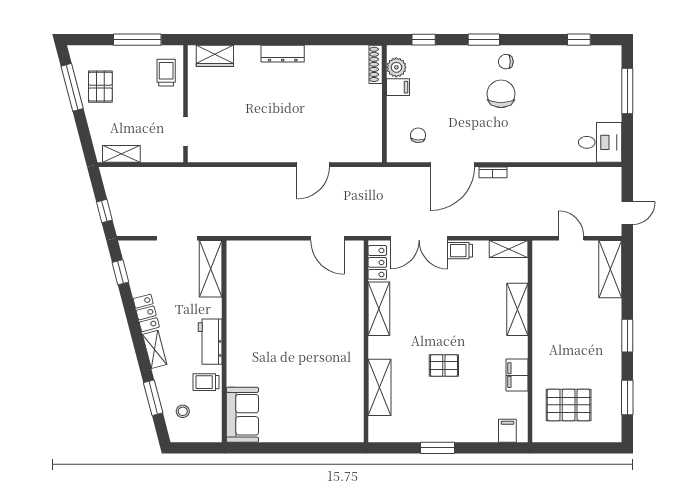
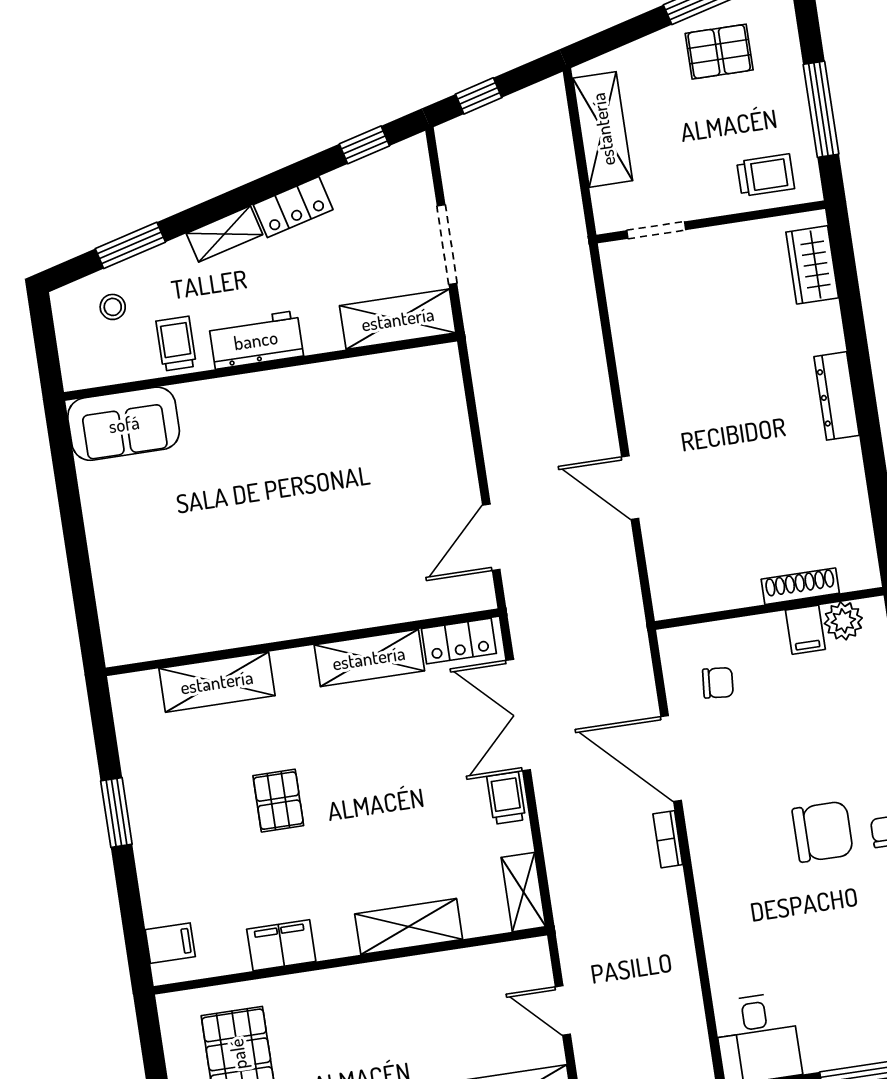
shoe rack: (376, 64) -> (800, 586), moved
shelving: (121, 154) -> (603, 129), width x1.50, depth x1.33
door: (571, 238) -> (563, 1010), swing flipped

